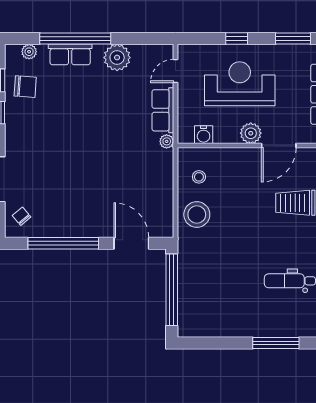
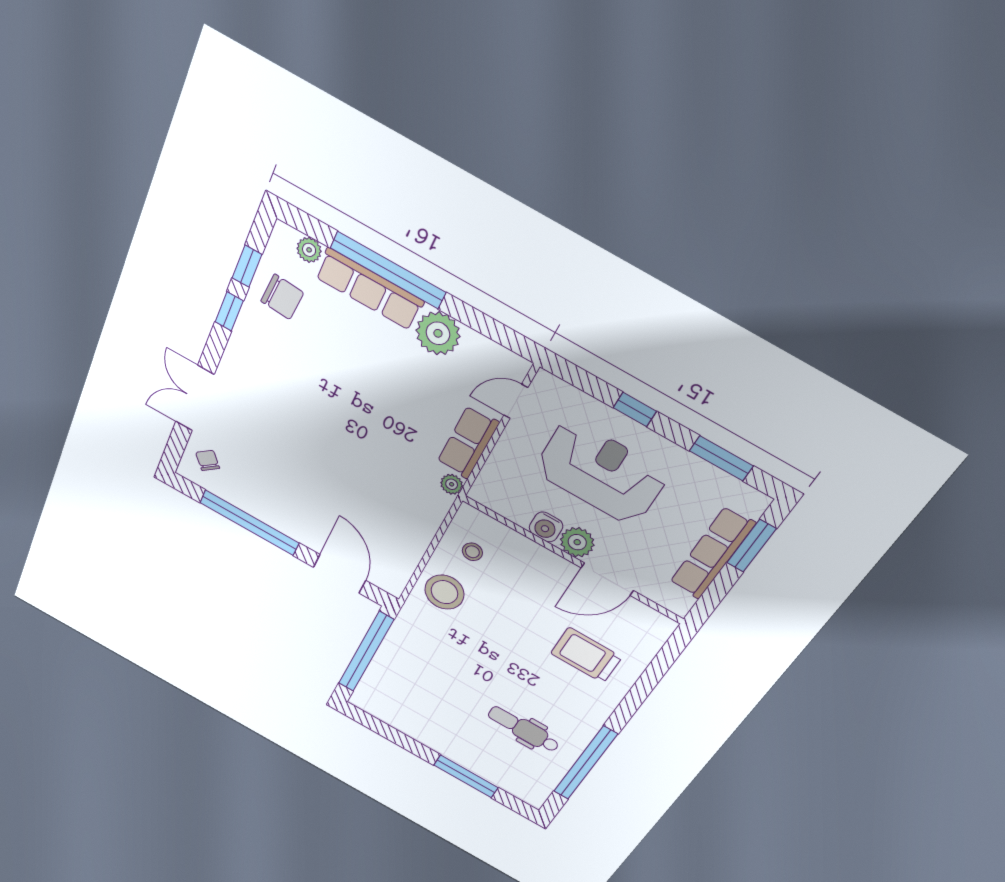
row of seats: (70, 55) -> (369, 289), width x1.48
water cooler: (204, 135) -> (546, 527), moved

